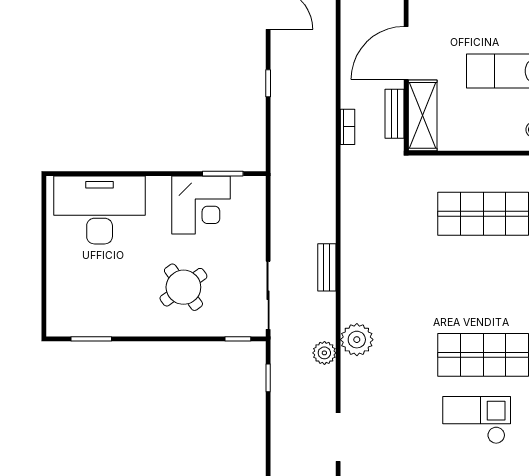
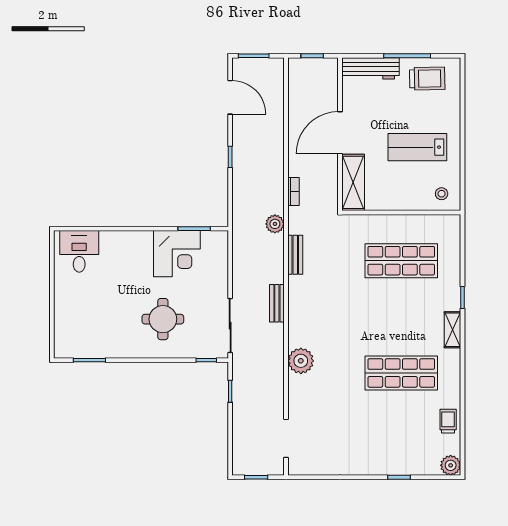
bench: (394, 114) -> (295, 255), moved
desk: (100, 210) -> (79, 251), width x0.53, depth x0.77
round table: (183, 287) -> (163, 319), turned 36
plant: (324, 353) -> (275, 224), moved
checkout: (477, 420) -> (396, 425), removed

